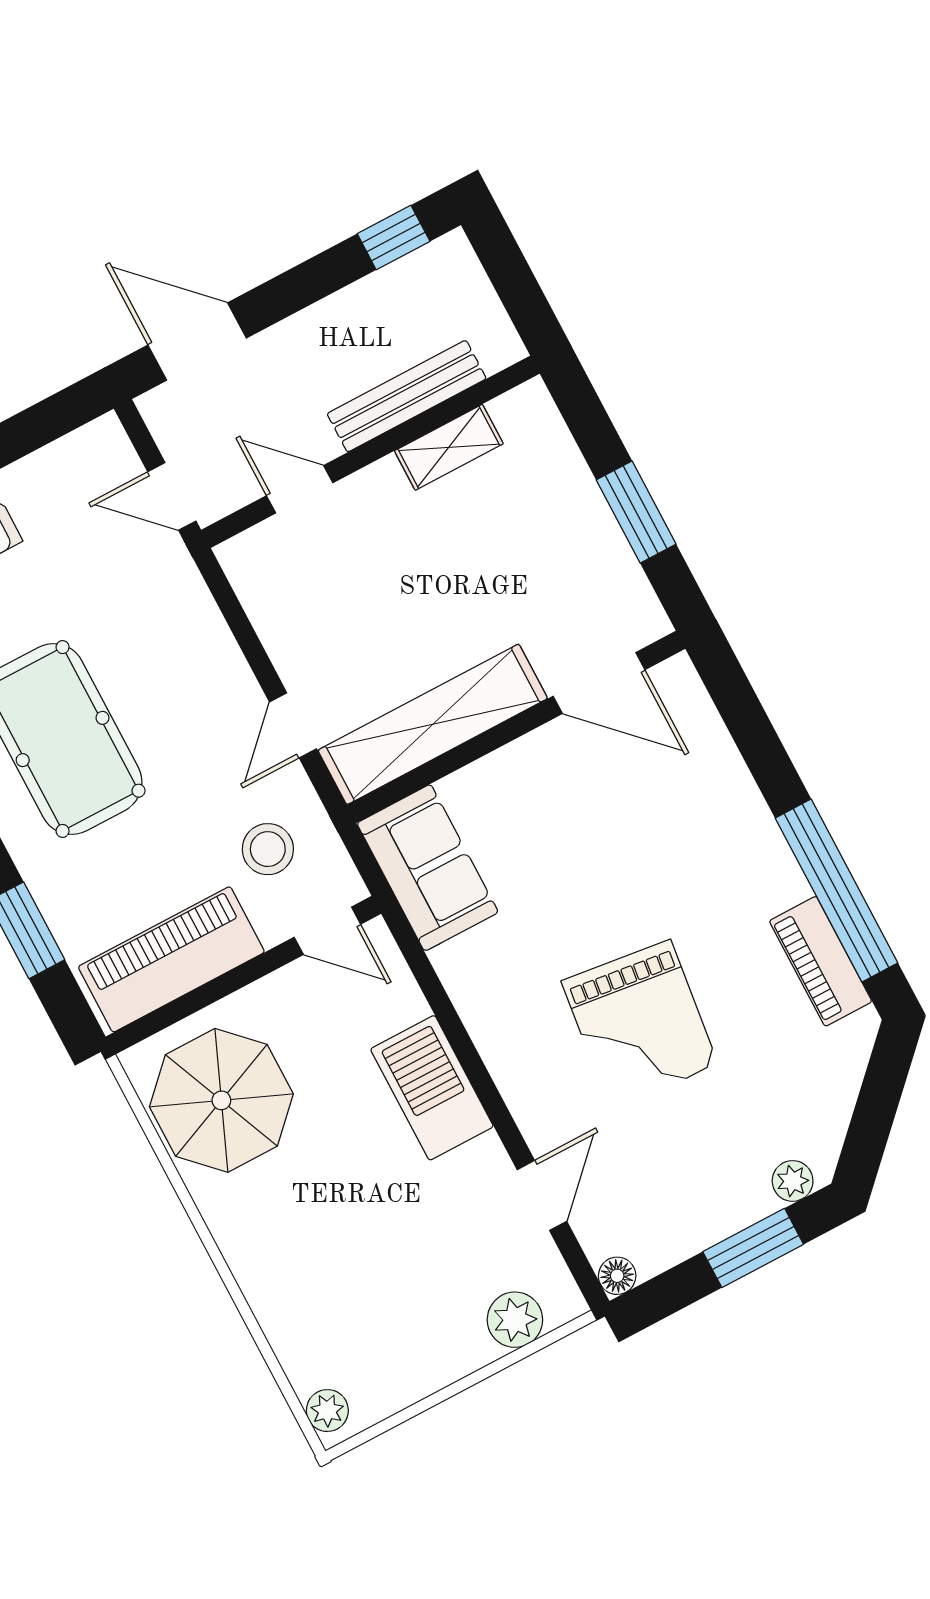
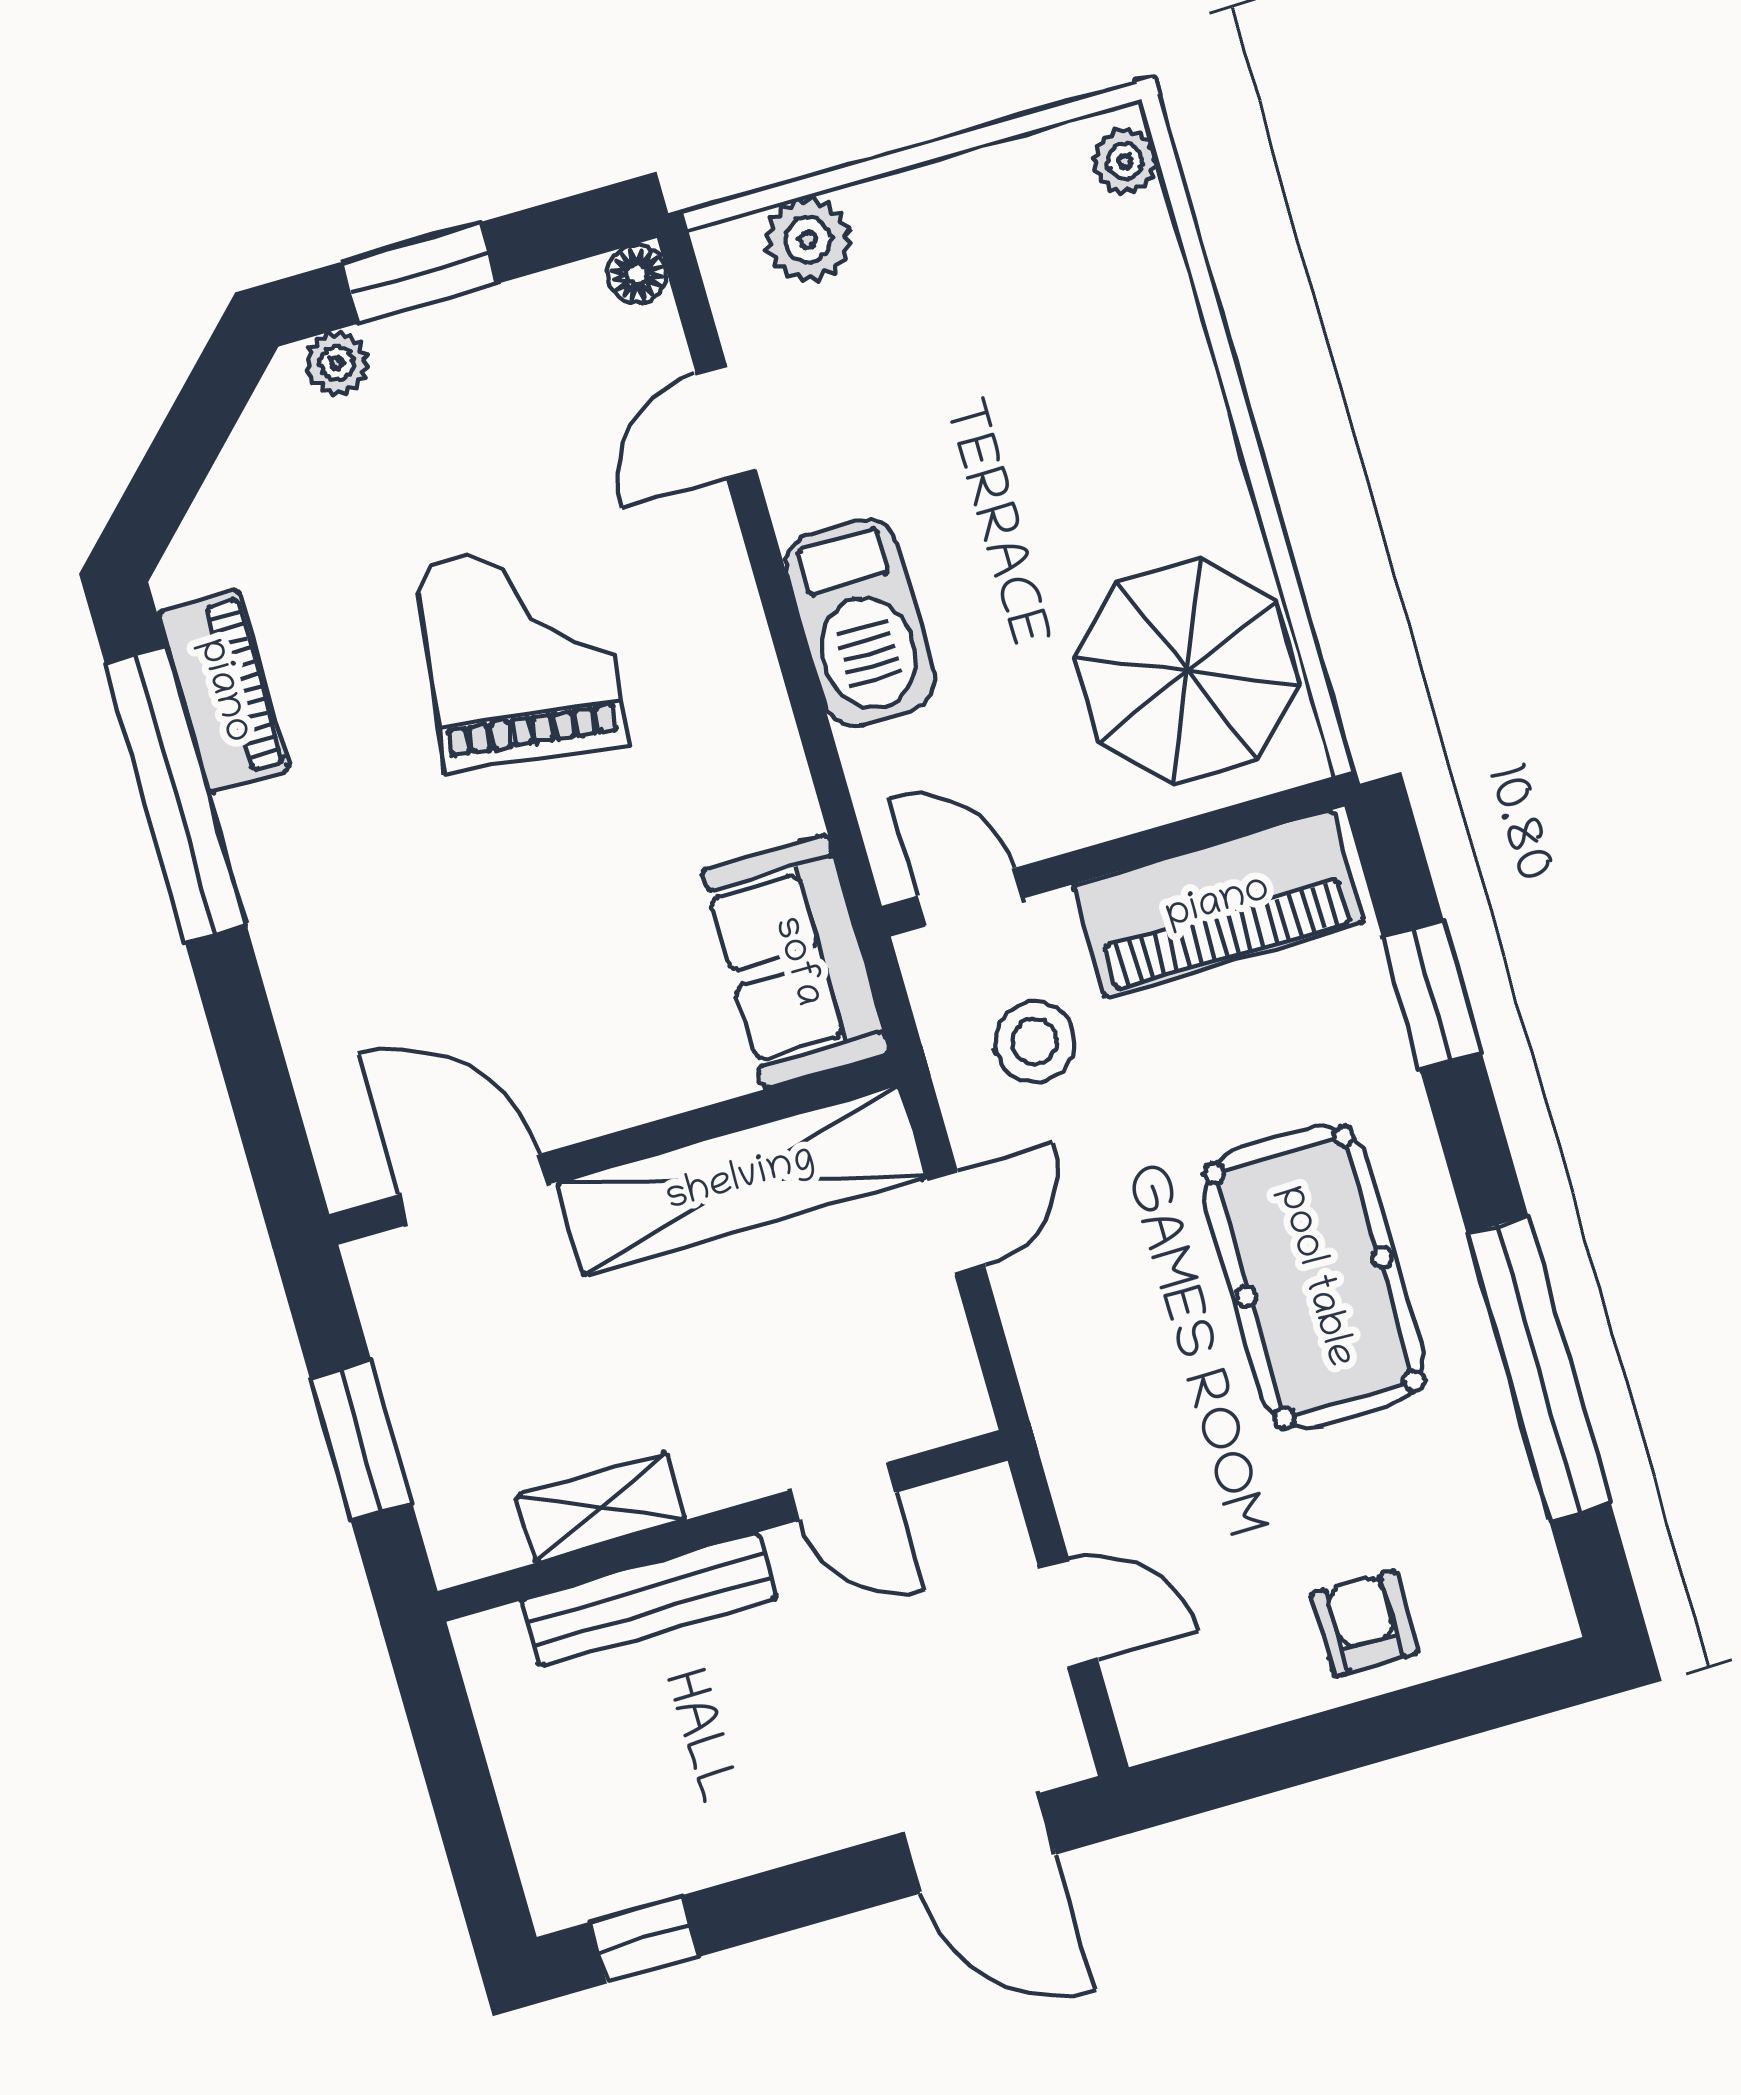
bench: (407, 396) -> (649, 1600), moved
shelving: (449, 447) -> (601, 1507), moved
wall: (370, 452) -> (723, 1526), moved
door: (300, 489) -> (843, 1491), moved

